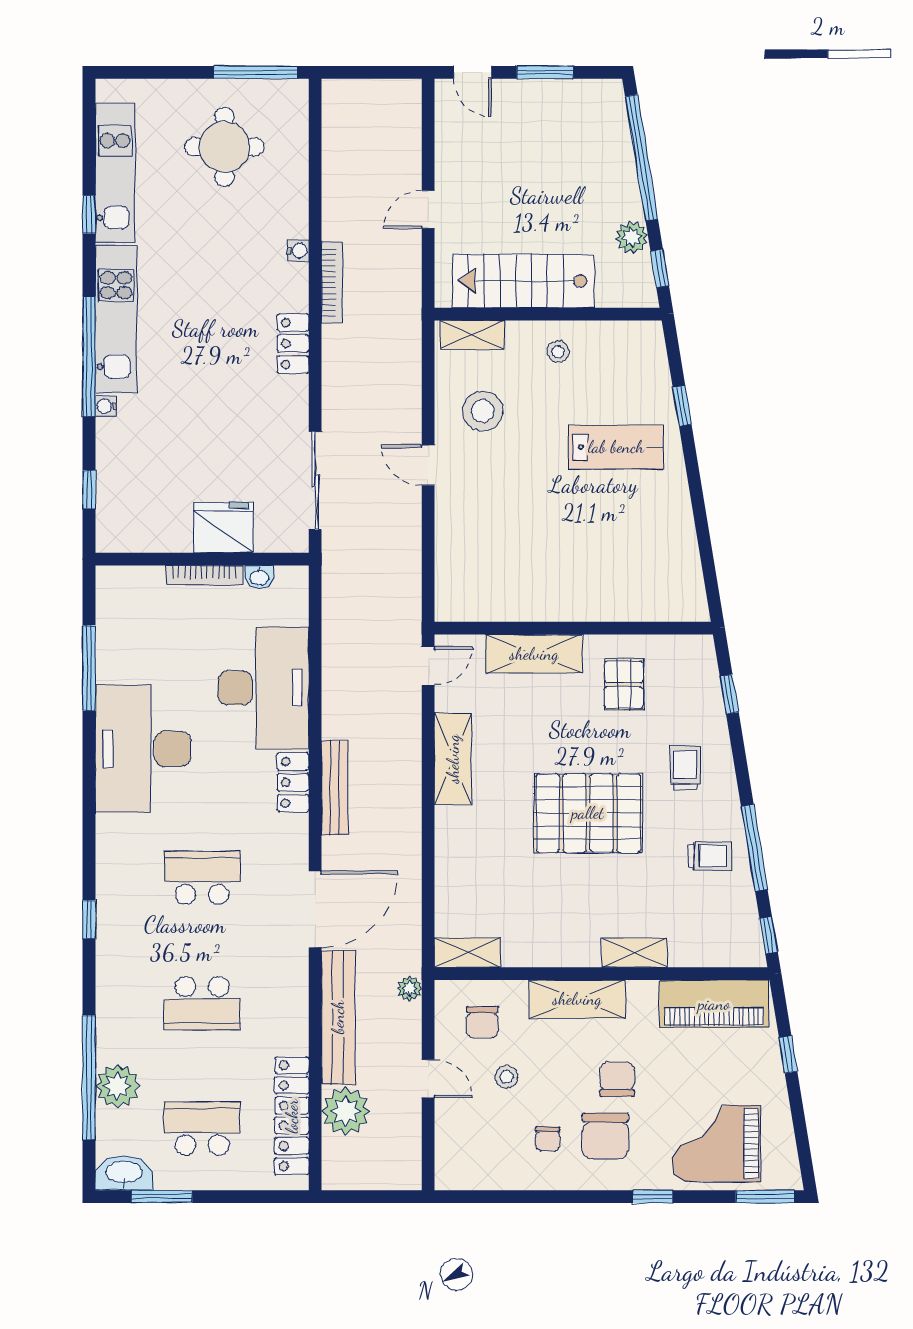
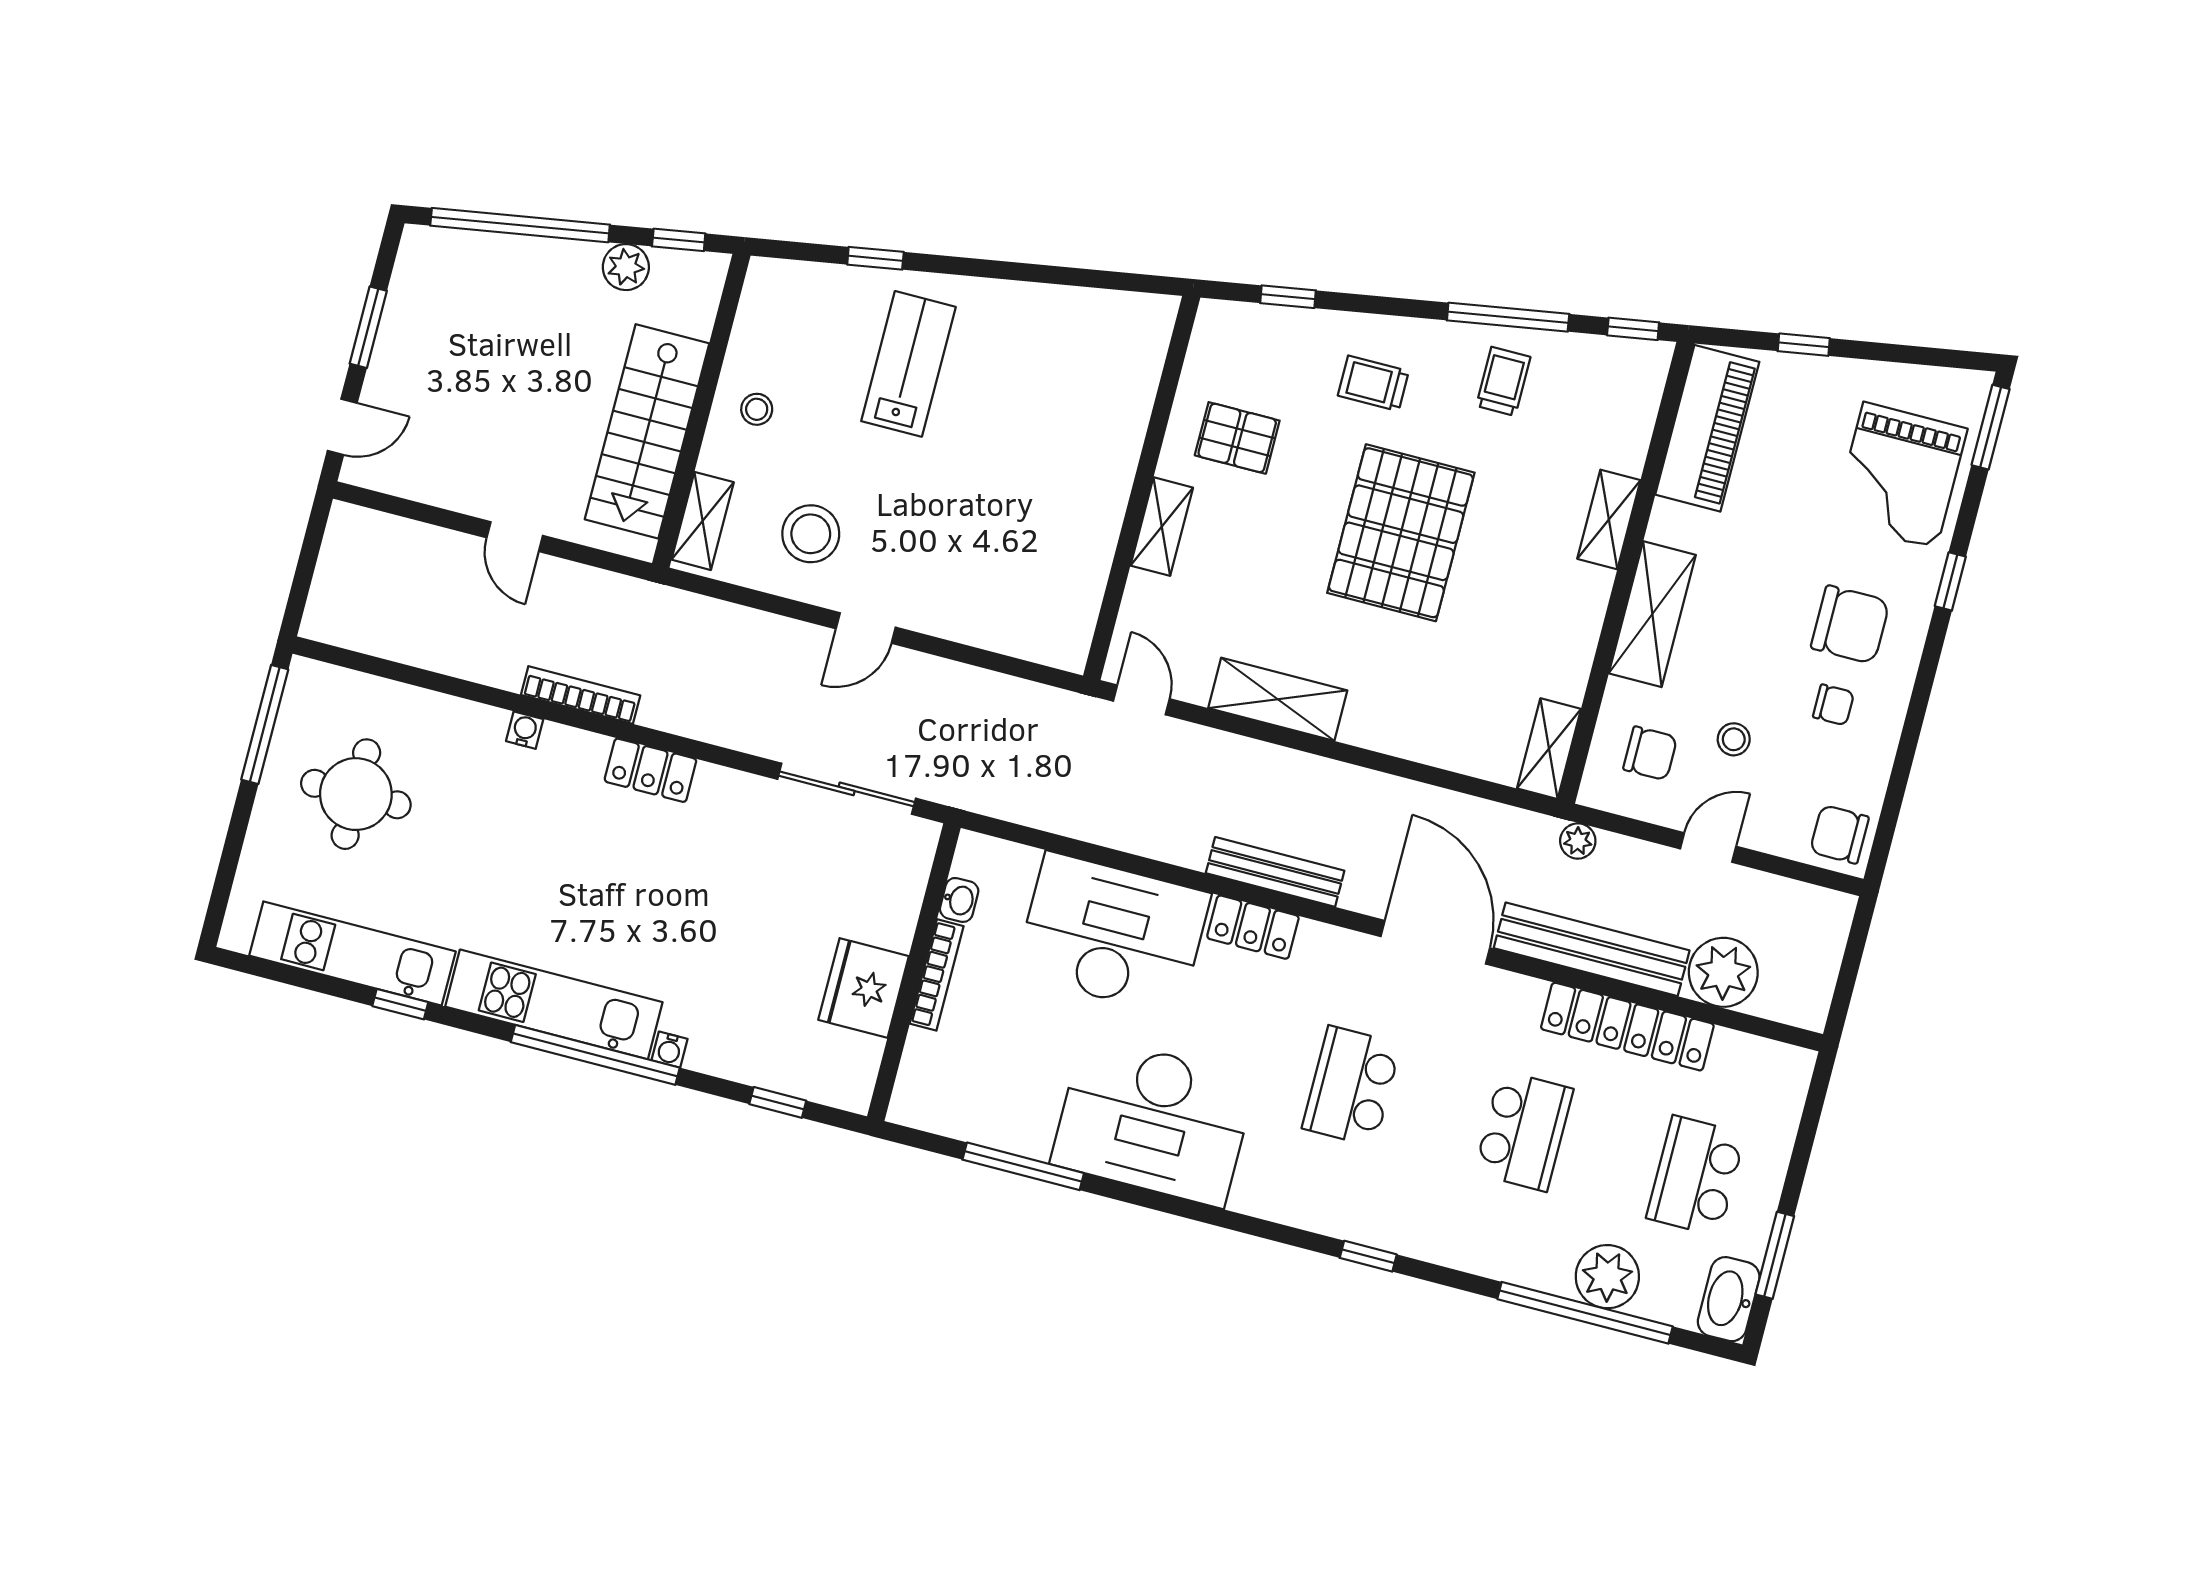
fridge: (223, 528) -> (864, 988), moved
shelving: (534, 654) -> (1162, 527), width x0.67, depth x0.75
chair: (617, 1079) -> (1839, 834), moved
locker: (292, 1116) -> (1627, 1027), moved

